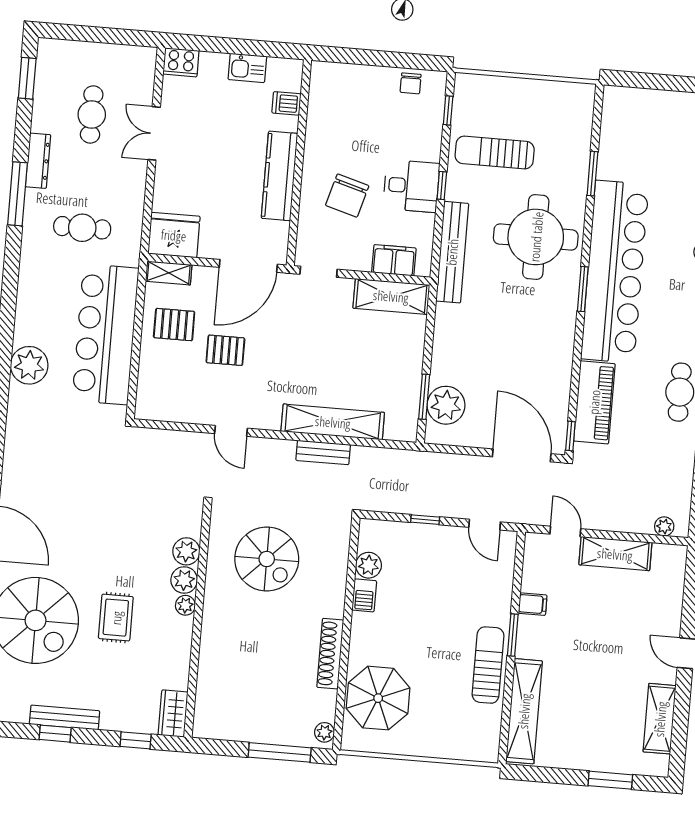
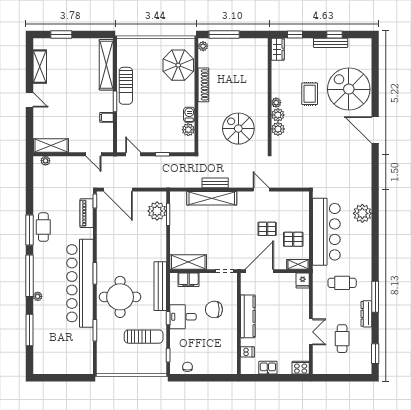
chair: (347, 196) -> (214, 309), turned -106
fridge: (174, 235) -> (303, 280), width x0.53, depth x0.75
piano: (594, 402) -> (87, 213), width x0.73, depth x0.75
shelving: (615, 554) -> (51, 146), moved

